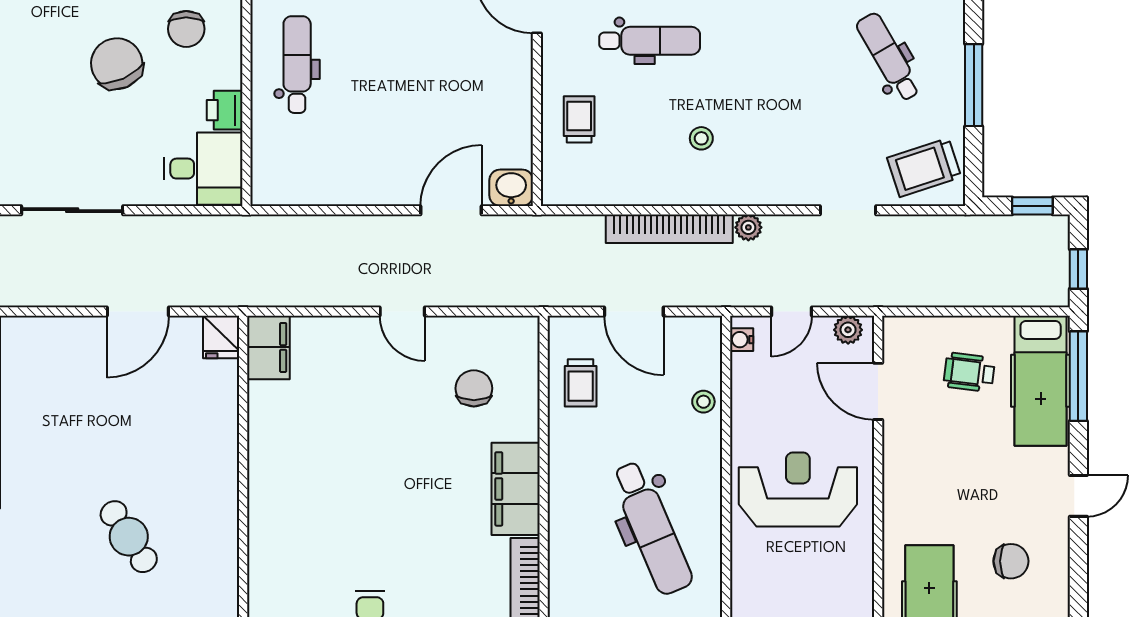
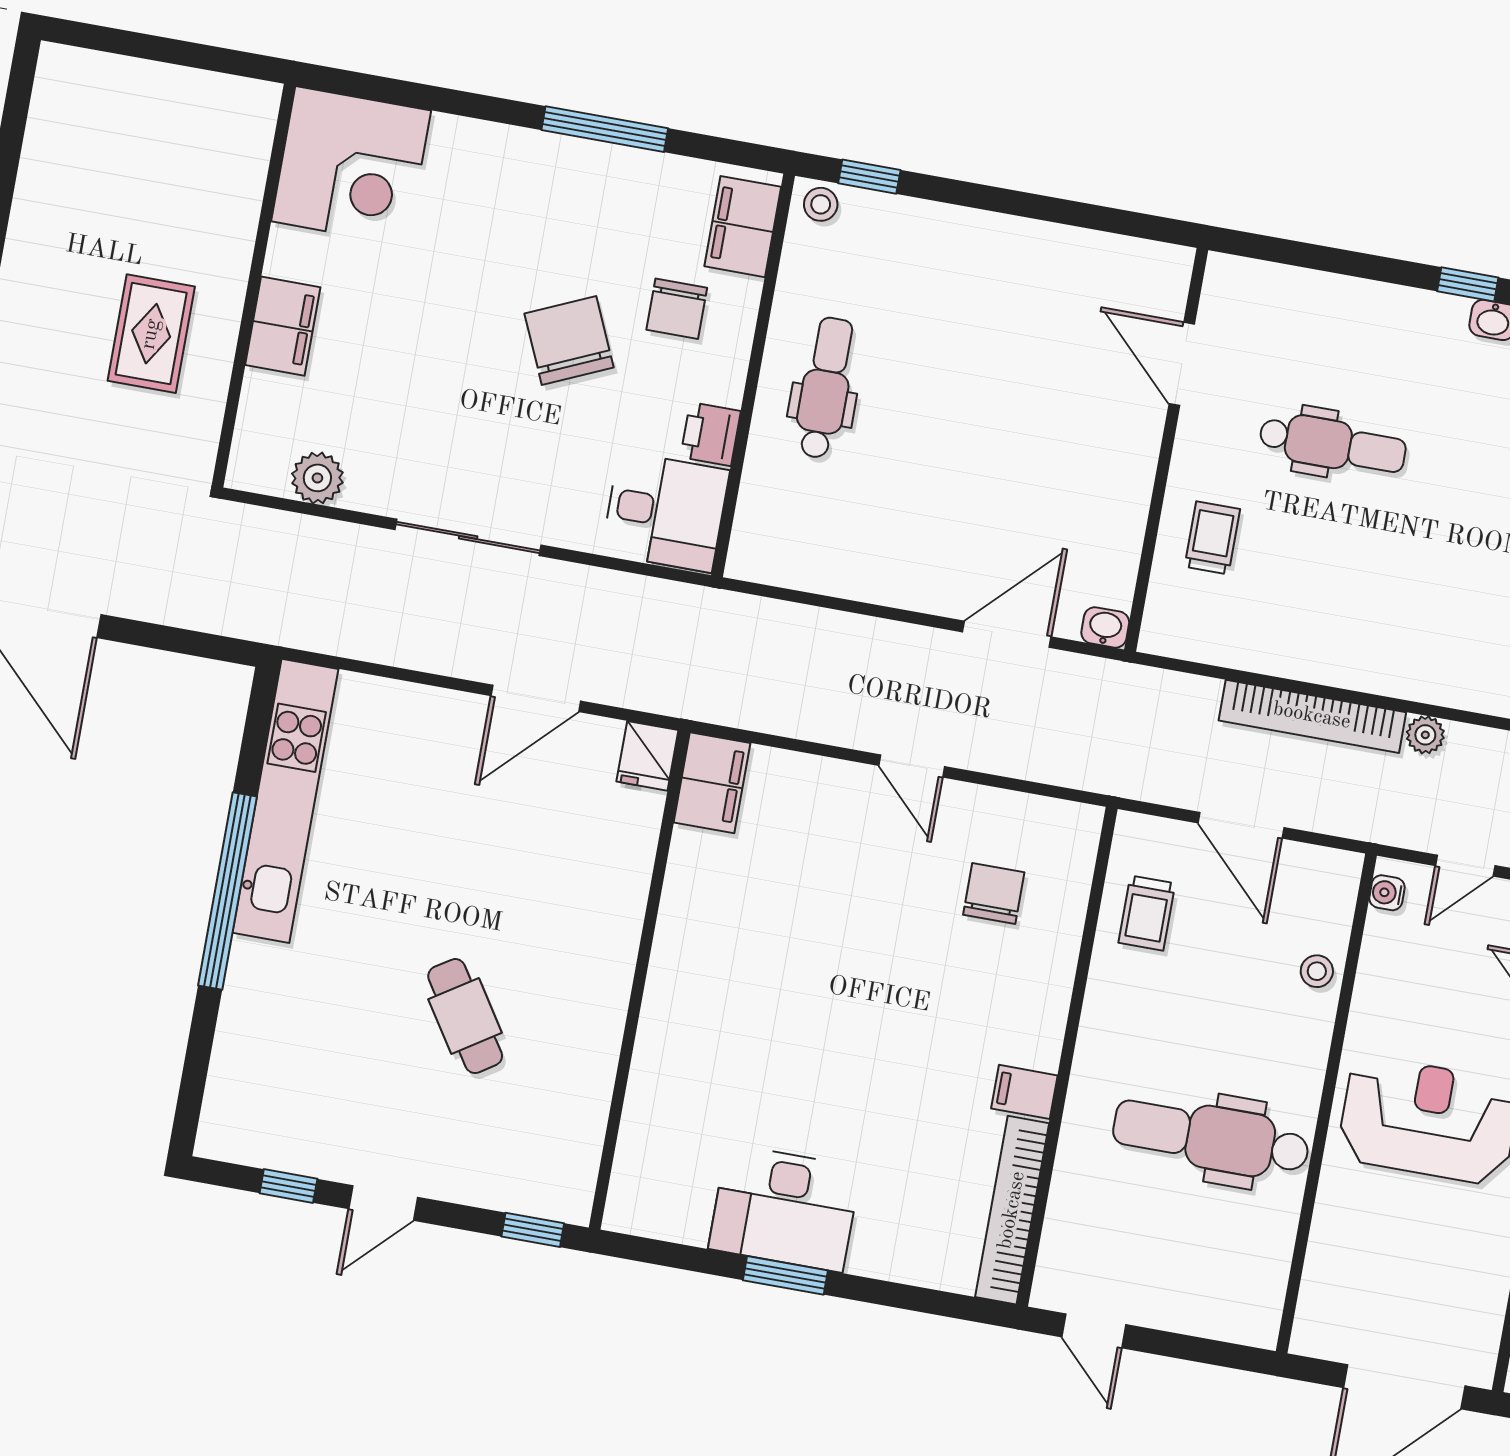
stool: (701, 138) -> (1381, 596), removed
washbasin: (511, 188) -> (1105, 627), width x0.72, depth x0.69
filing cabinet: (516, 489) -> (1024, 1092), width x0.33, depth x0.86
dental chair: (652, 528) -> (1211, 1137), turned 113

